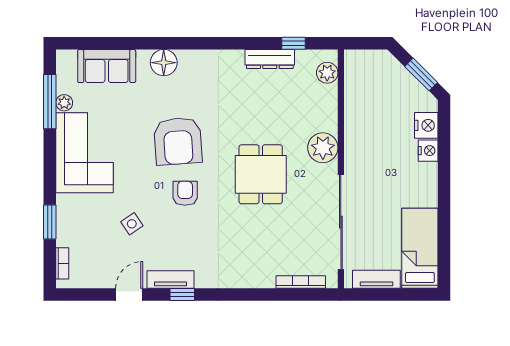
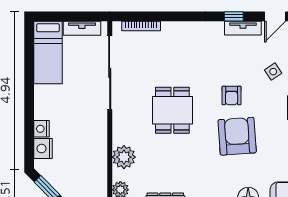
plant: (323, 148) -> (124, 157), moved

